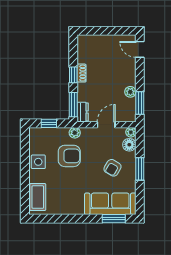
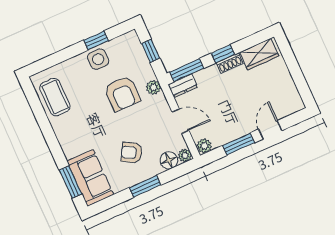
door: (140, 49) -> (270, 130), moved
wardrobe: (85, 50) -> (259, 54), added
plant: (130, 92) -> (204, 146), moved
window: (140, 103) -> (239, 144), moved
window: (25, 157) -> (96, 40), added
coffee table: (38, 197) -> (55, 97), moved, turned 90
sofa: (110, 204) -> (90, 178), width x0.73

